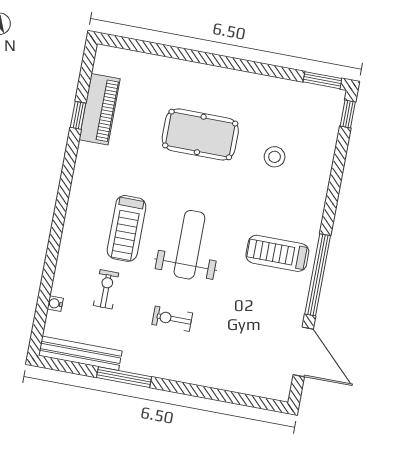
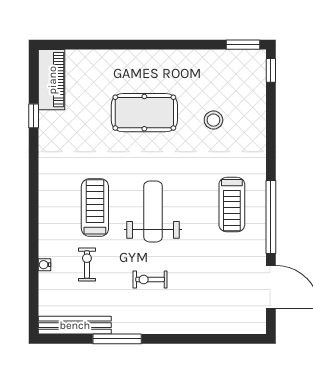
piano: (100, 109) -> (52, 80), moved
treadmill: (127, 228) -> (95, 207), turned 180
treadmill: (277, 253) -> (232, 205), turned -90
water cooler: (55, 304) -> (45, 265), moved

